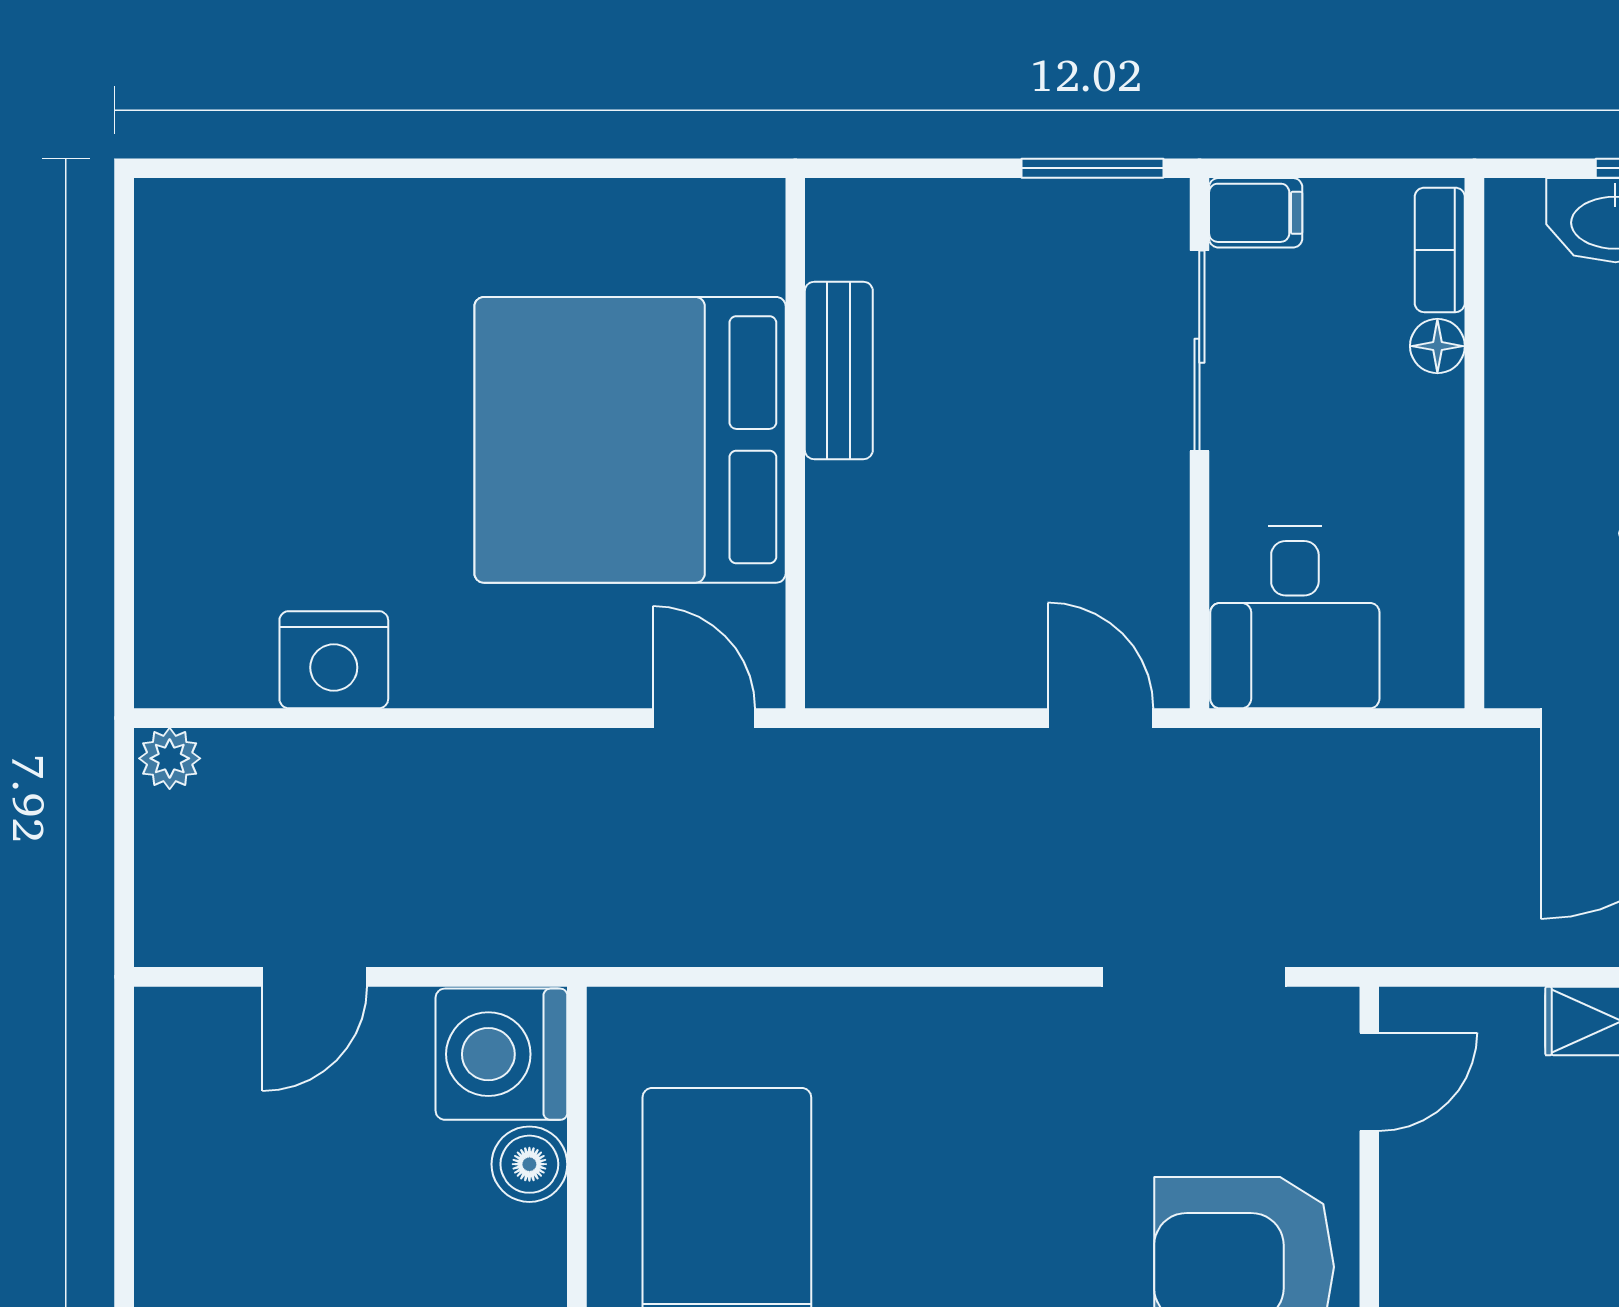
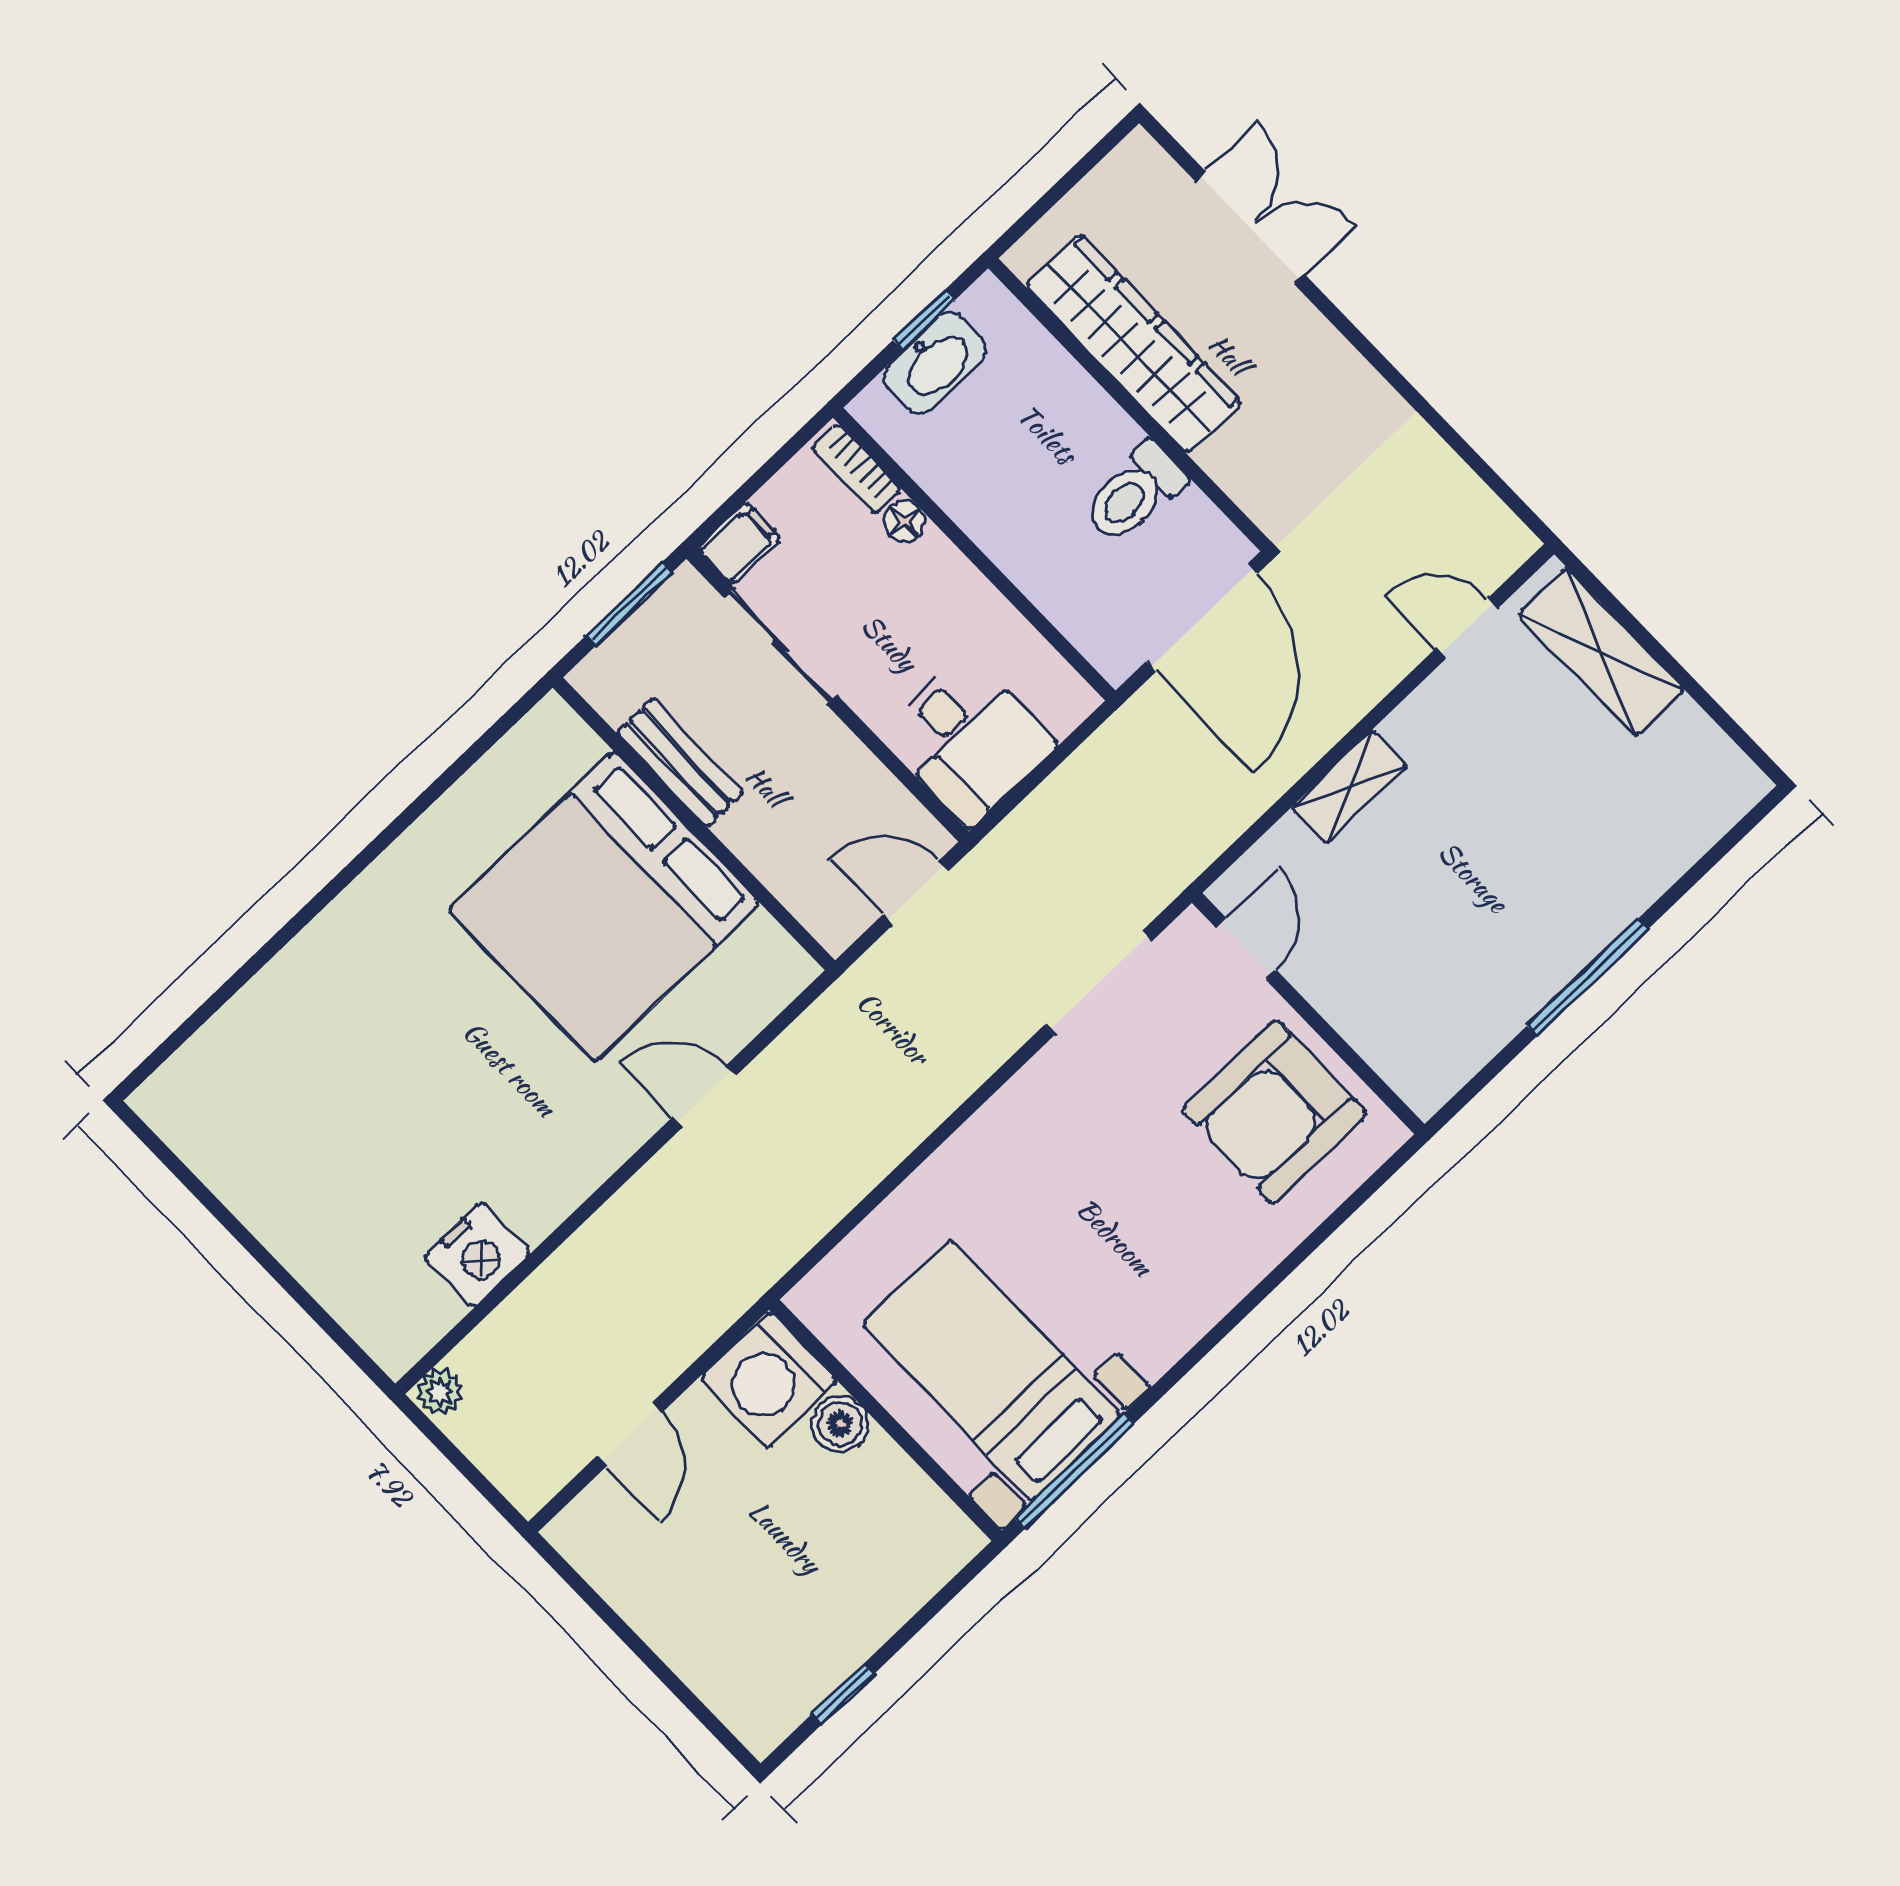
bench: (839, 370) -> (680, 763), moved
bed: (630, 440) -> (604, 907), moved
wall: (795, 443) -> (694, 824), moved

